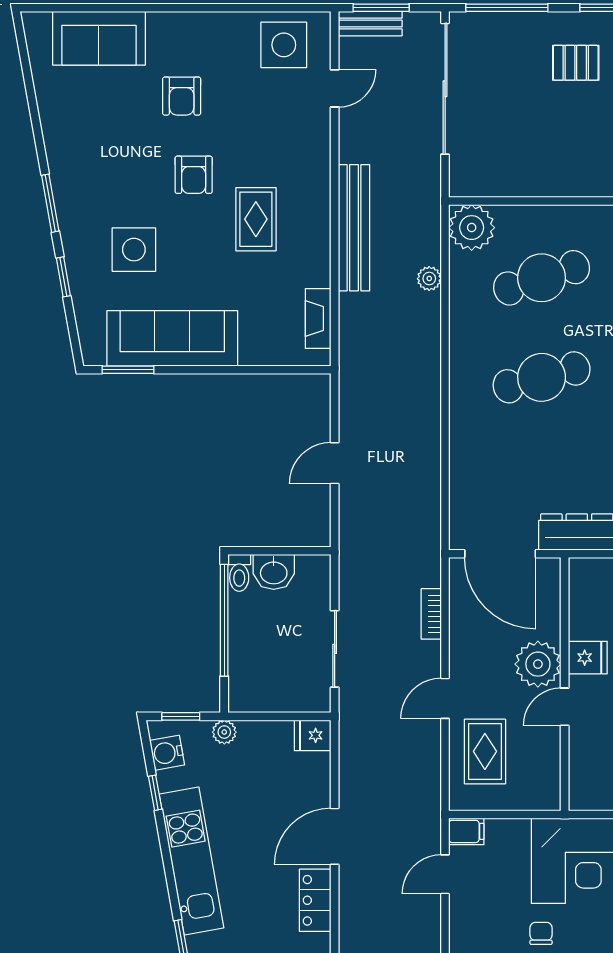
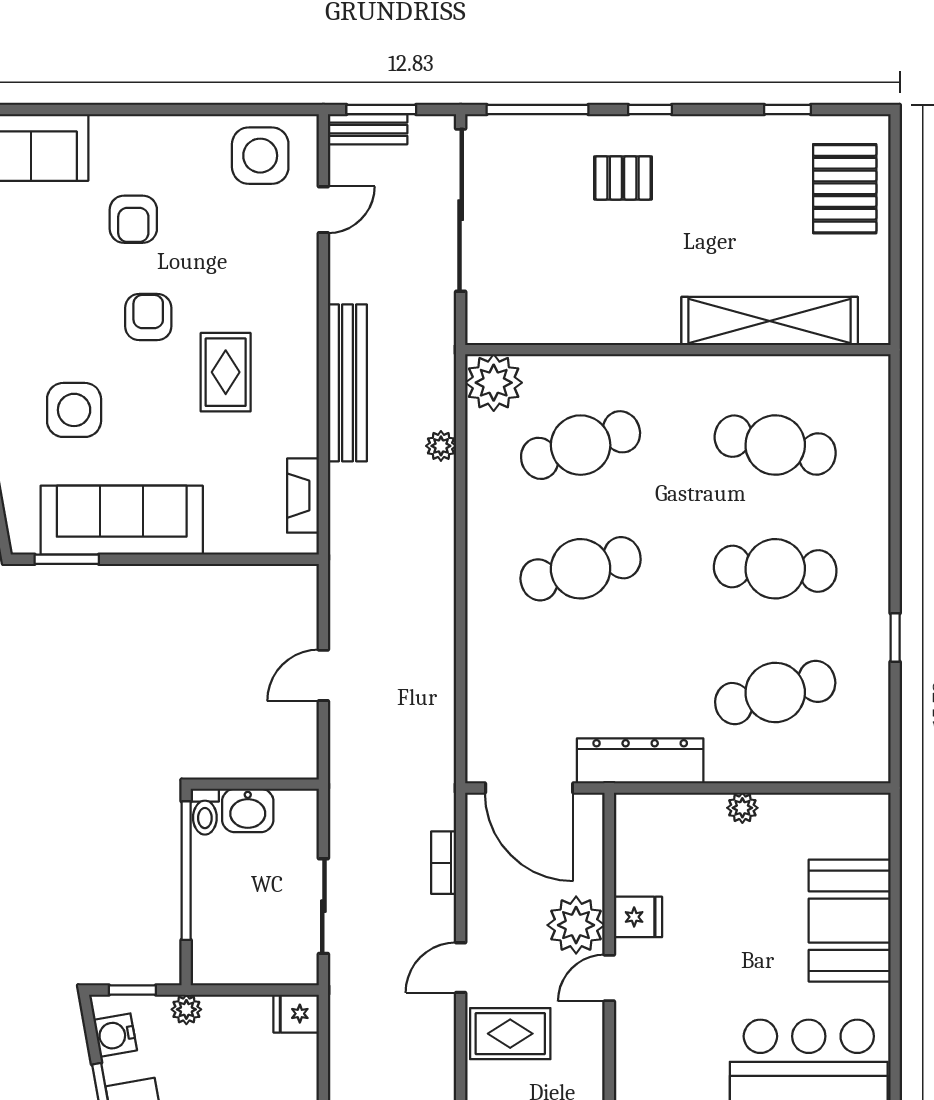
armchair: (194, 175) -> (148, 317), turned 180
rug: (485, 751) -> (510, 1034), turned 90

